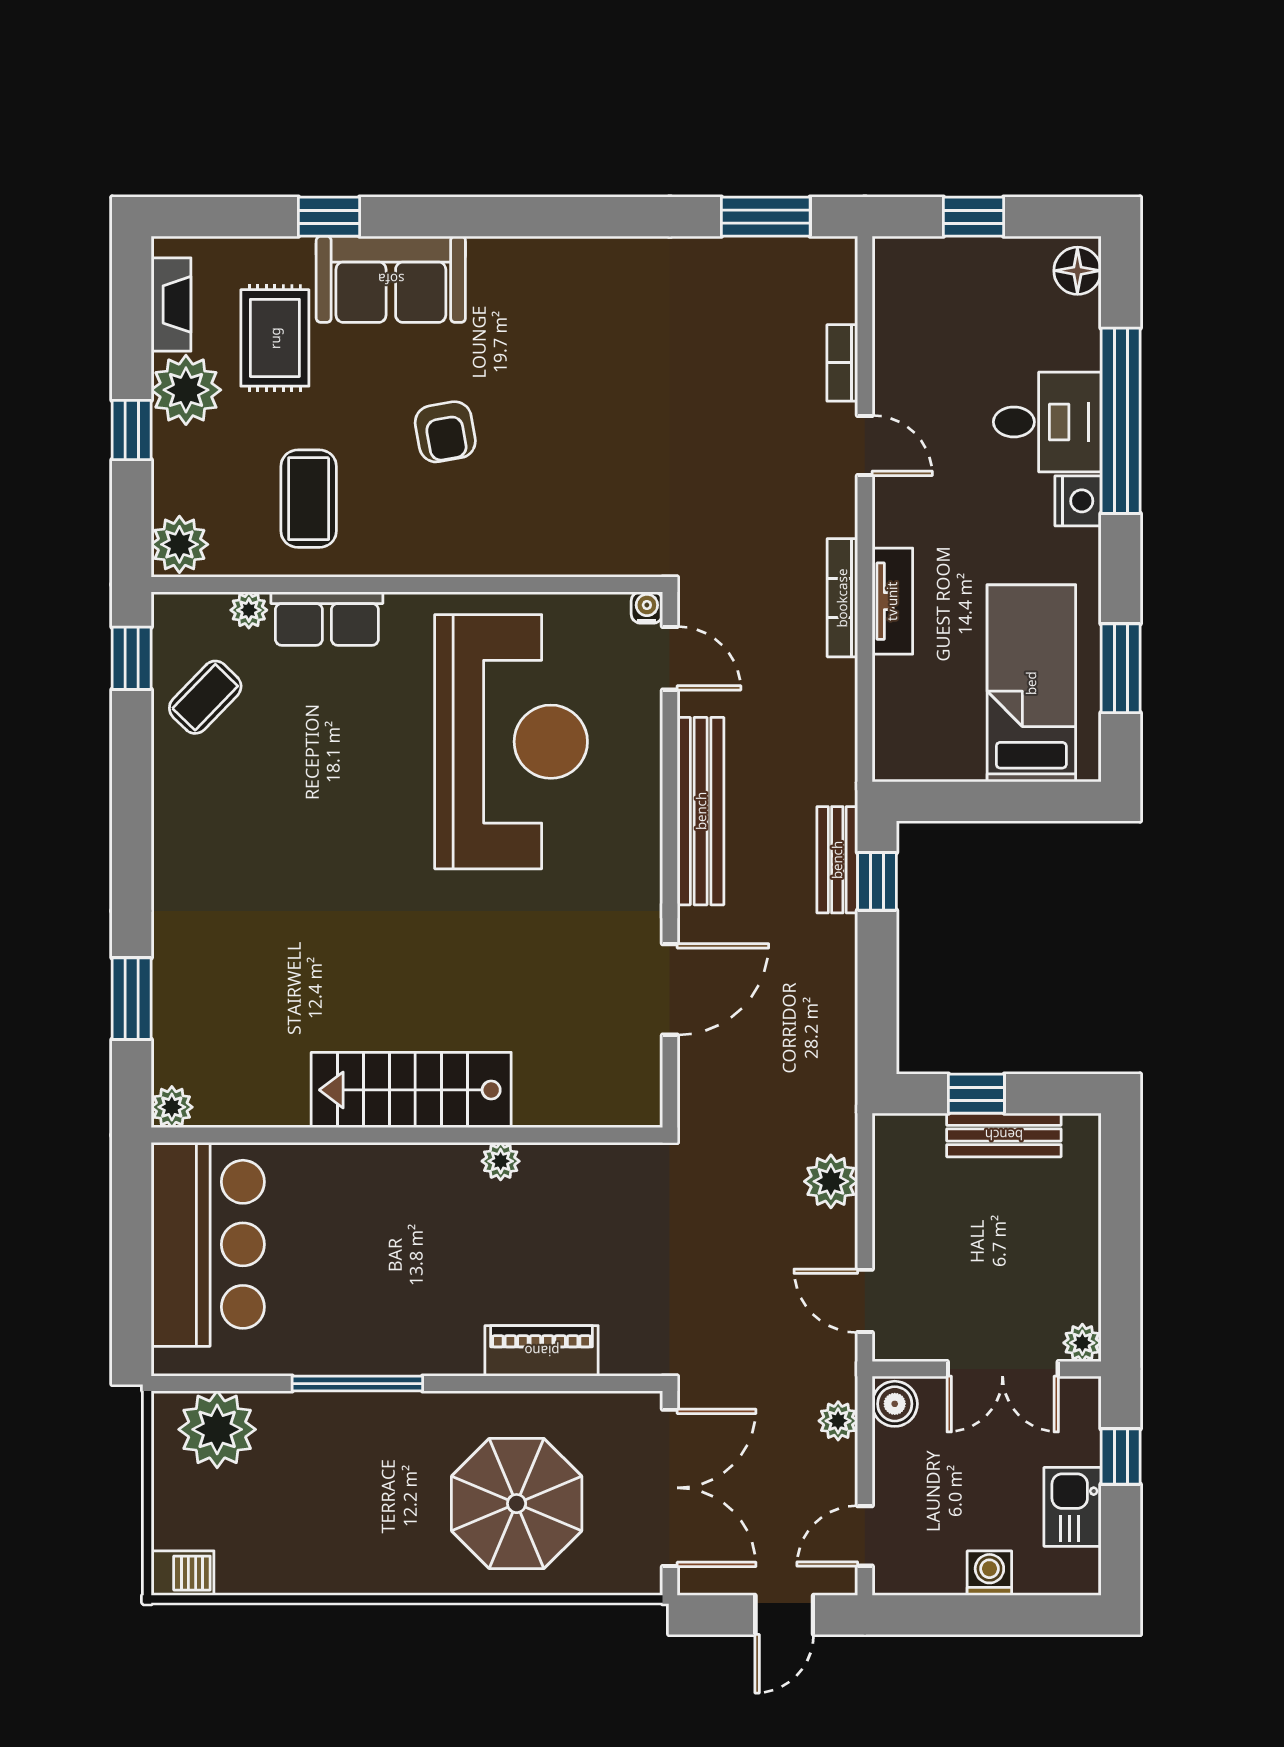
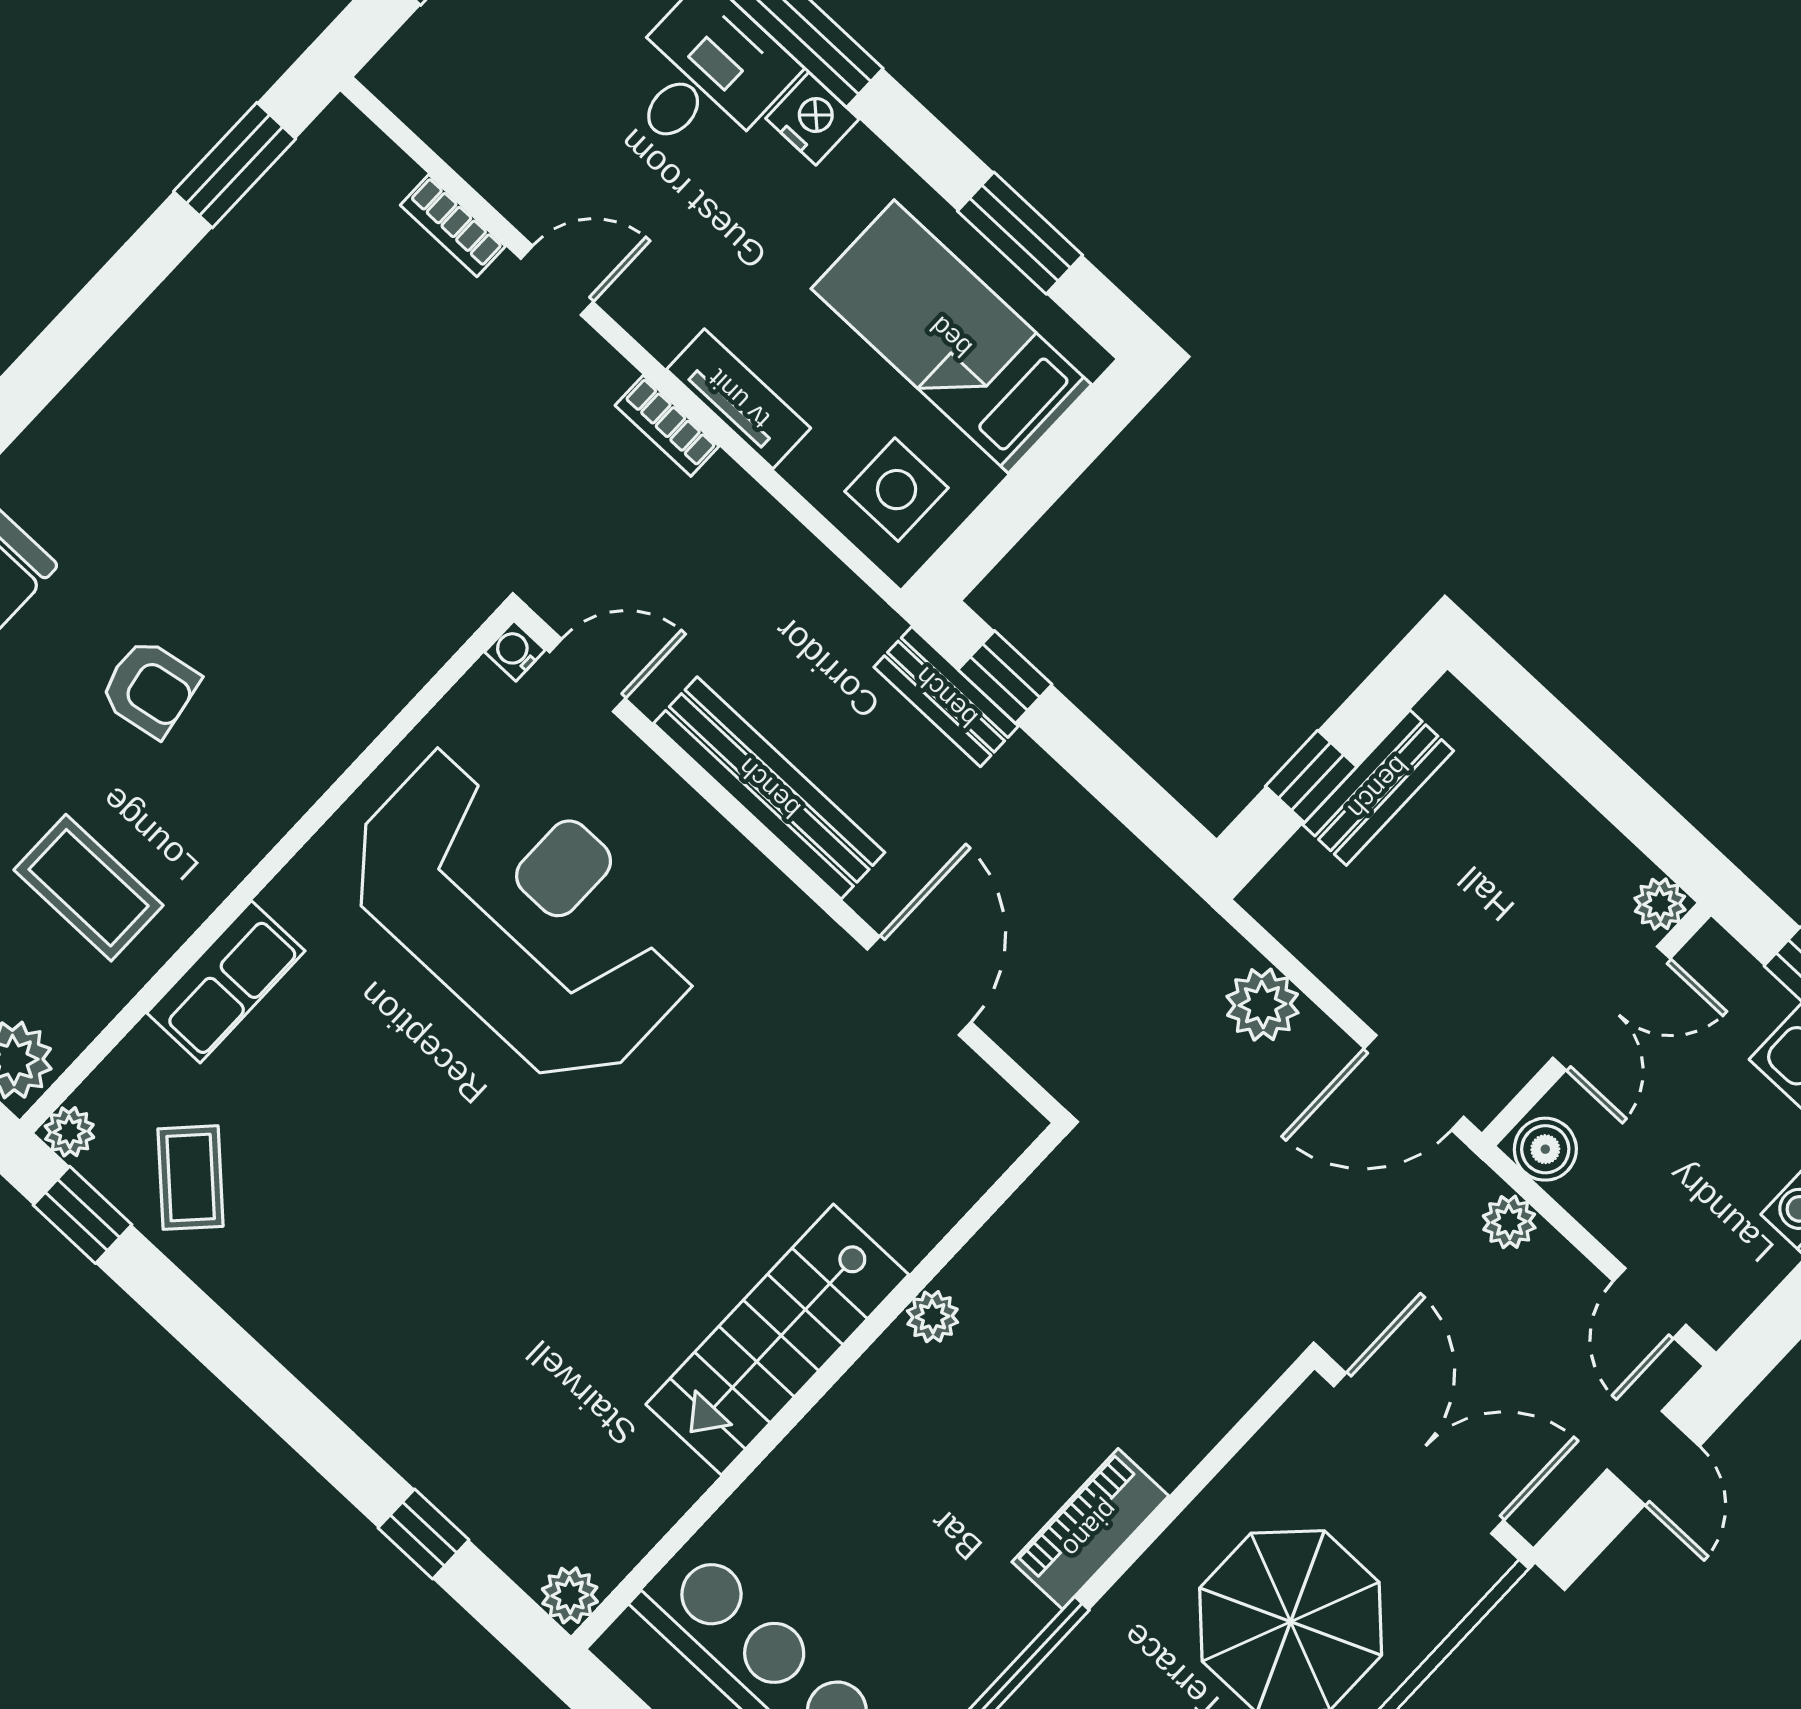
bookcase: (842, 598) -> (667, 426), width x0.64
plant: (249, 610) -> (69, 1132), moved
side table: (923, 730) -> (897, 490), added
window: (132, 999) -> (424, 1534), width x0.67
door: (865, 1301) -> (1414, 1083), width x1.38
piano: (542, 1351) -> (1090, 1529), moved

